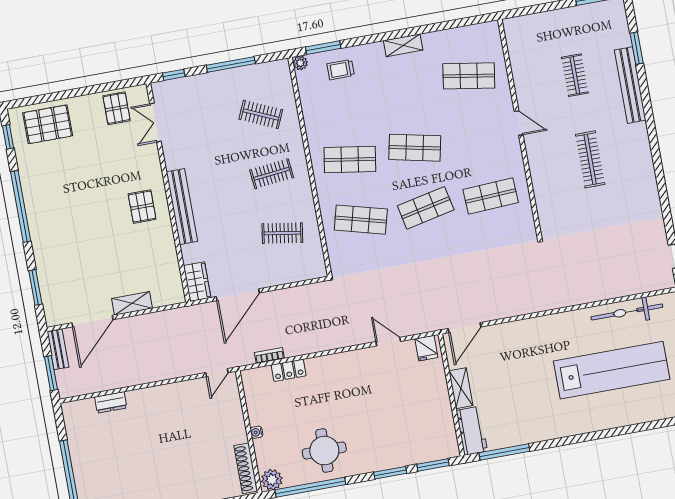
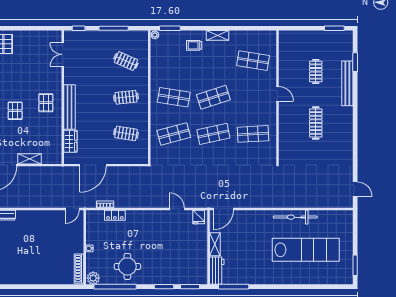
trolley: (341, 70) -> (194, 45), moved
pallet: (117, 108) -> (15, 111), moved
shop shelf: (415, 148) -> (213, 97), turned -30
shop shelf: (361, 220) -> (174, 134), turned -30
wardrobe: (197, 282) -> (70, 141), moved
bicycle: (627, 312) -> (295, 217), moved

